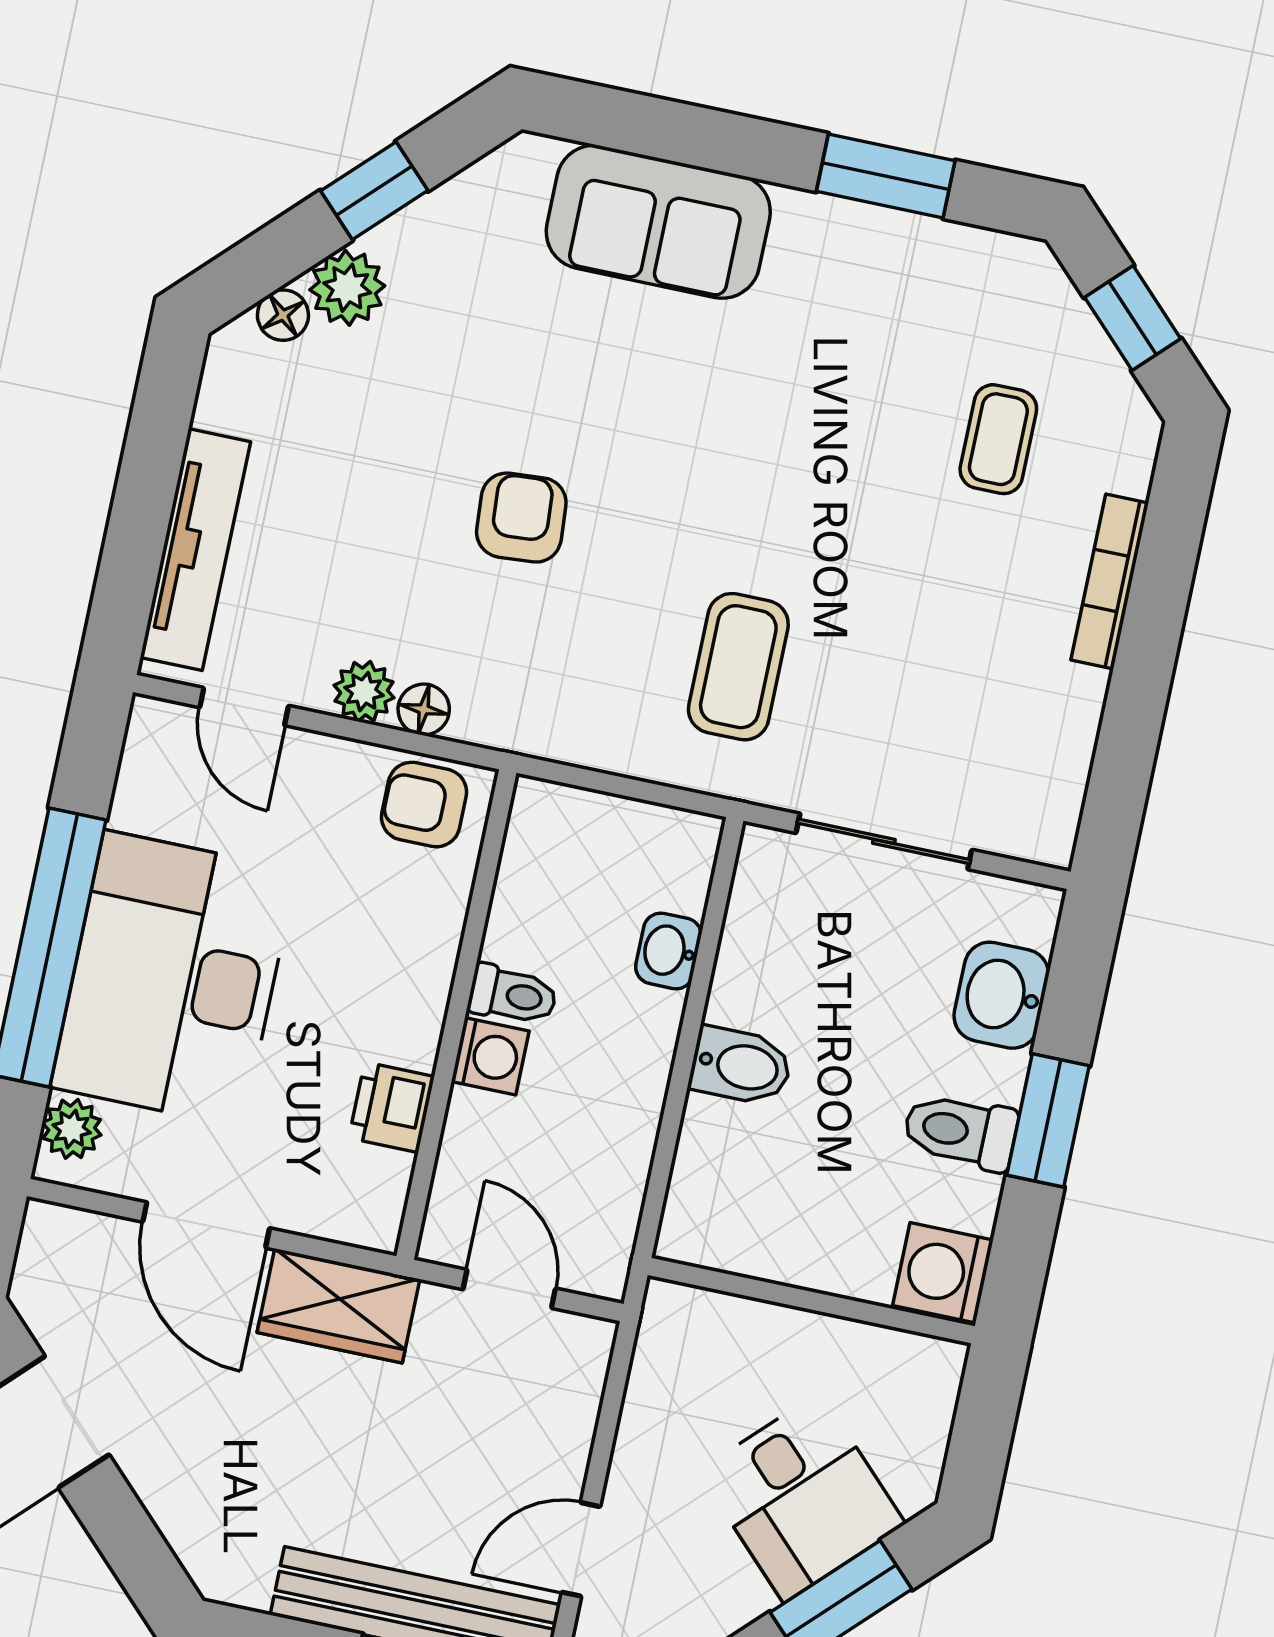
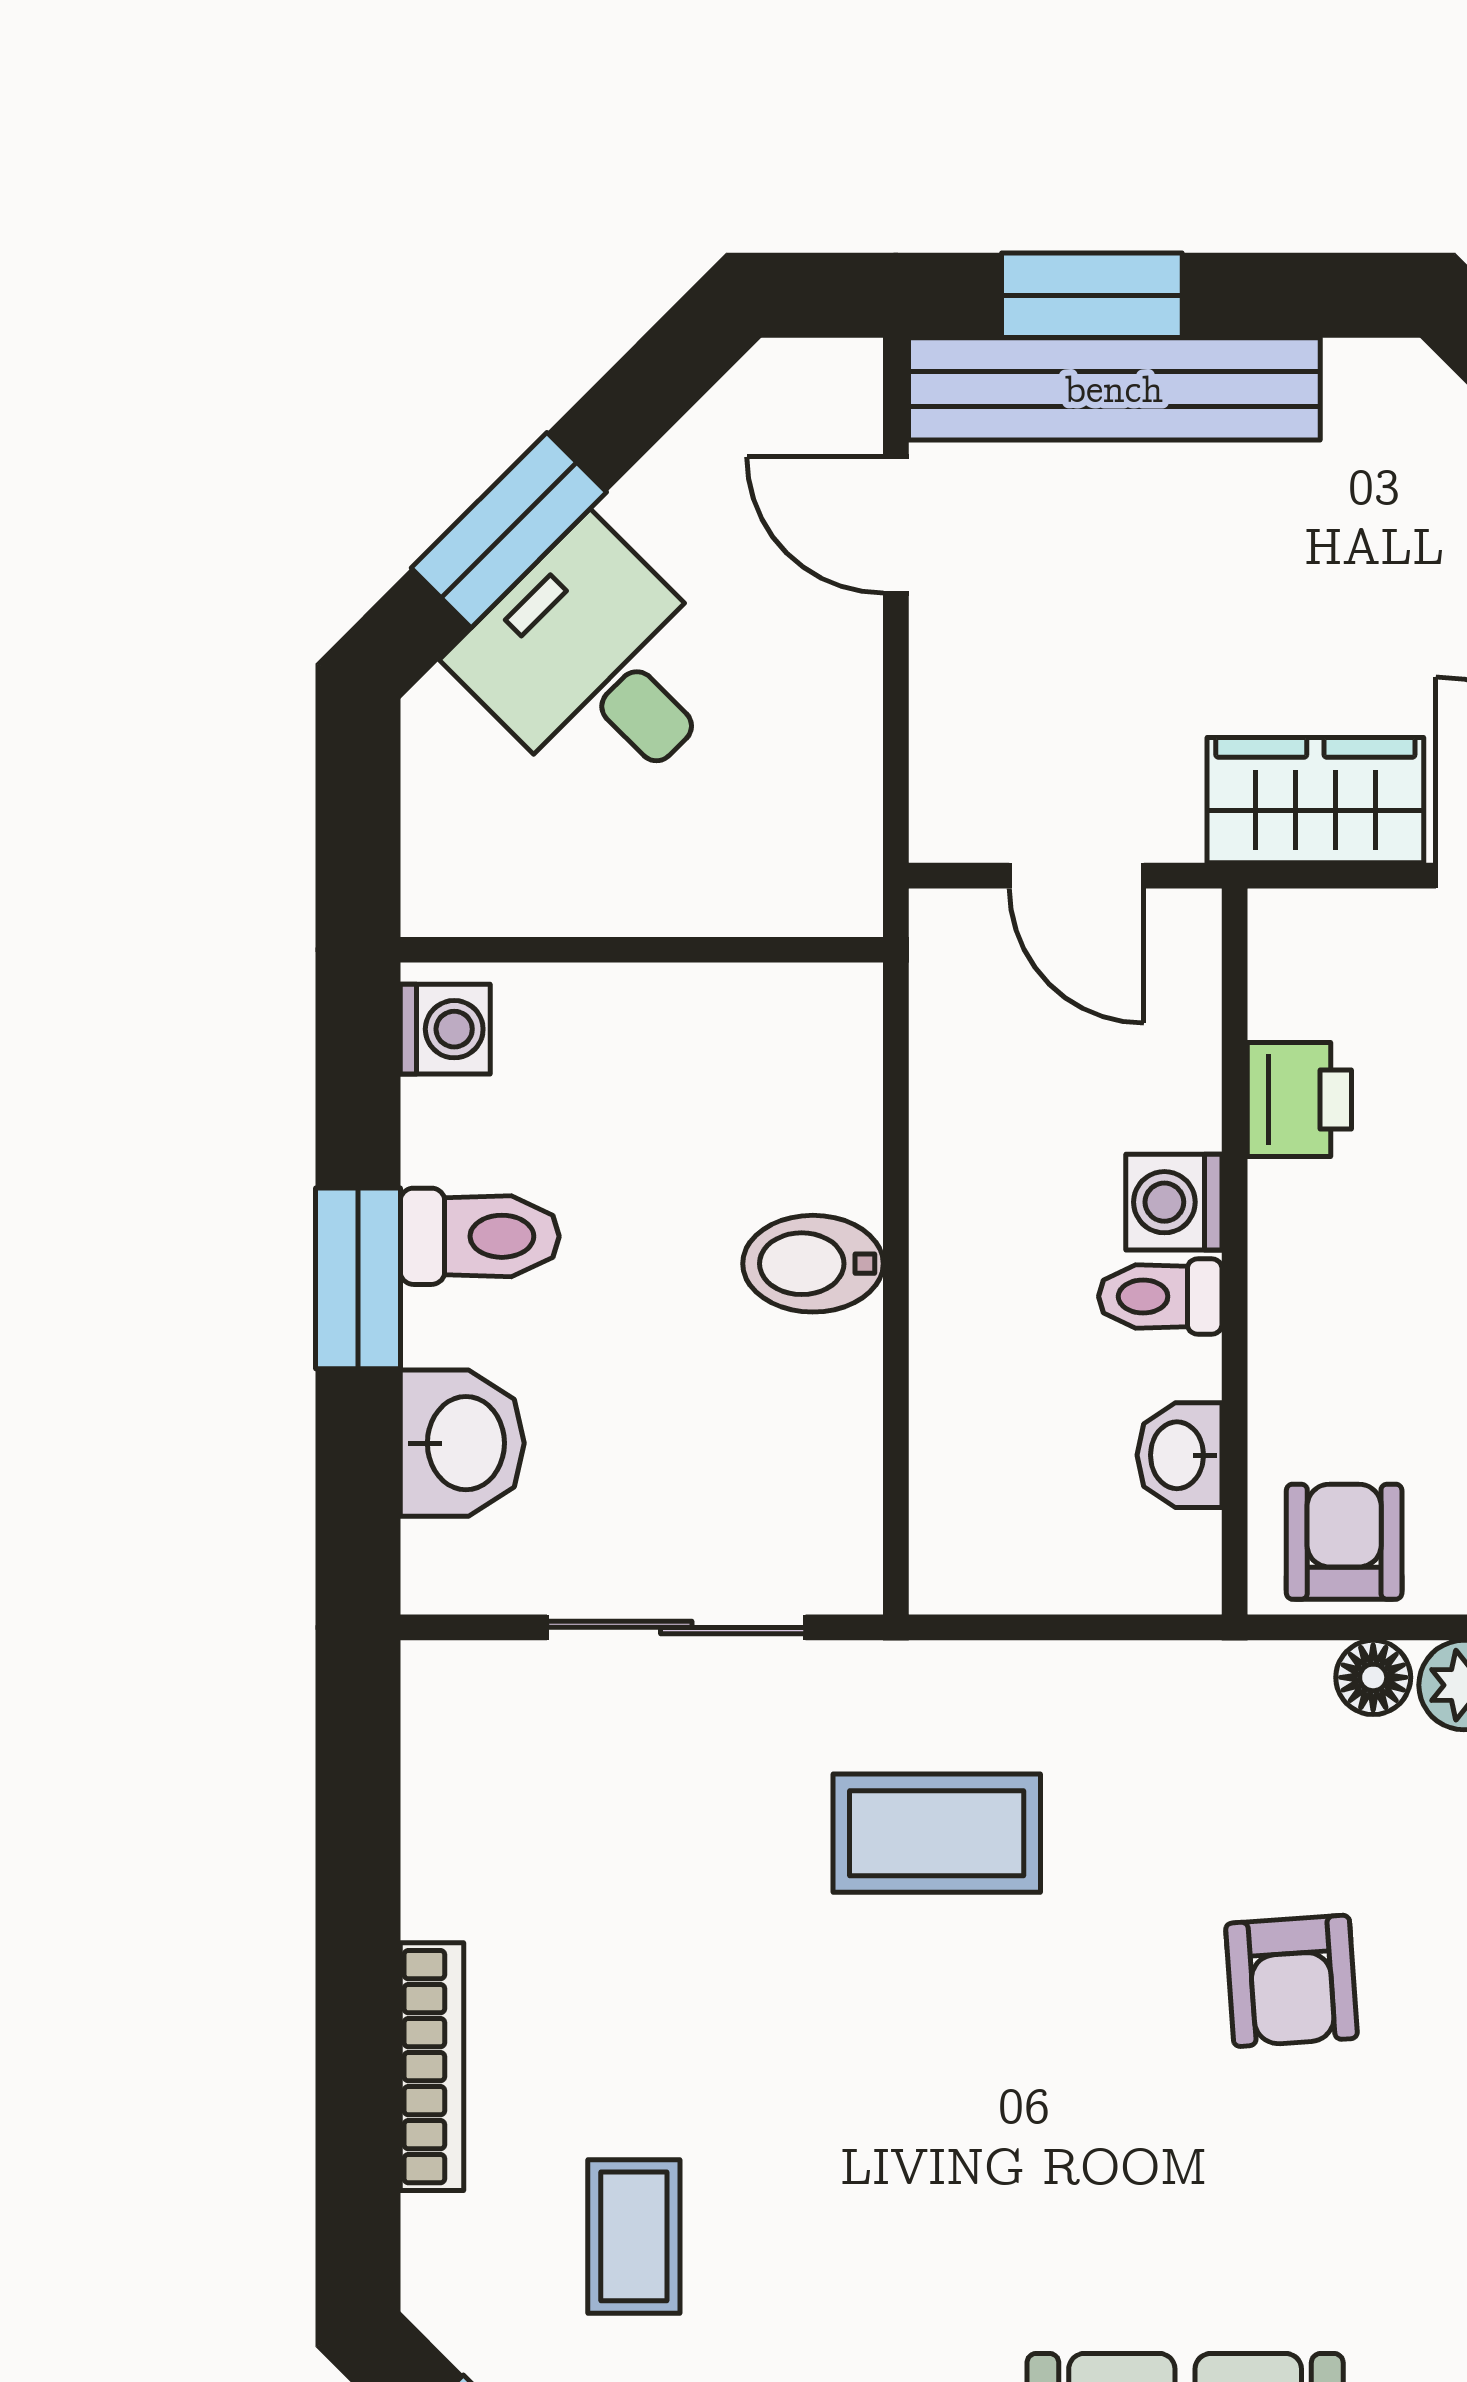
coffee table: (738, 667) -> (937, 1833), turned 90
armchair: (424, 805) -> (1344, 1542), turned -90
washbasin: (668, 951) -> (1180, 1455), moved, turned 180
washing machine: (943, 1273) -> (445, 1029), width x0.73, depth x0.73
door: (581, 1549) -> (896, 525), swing flipped

